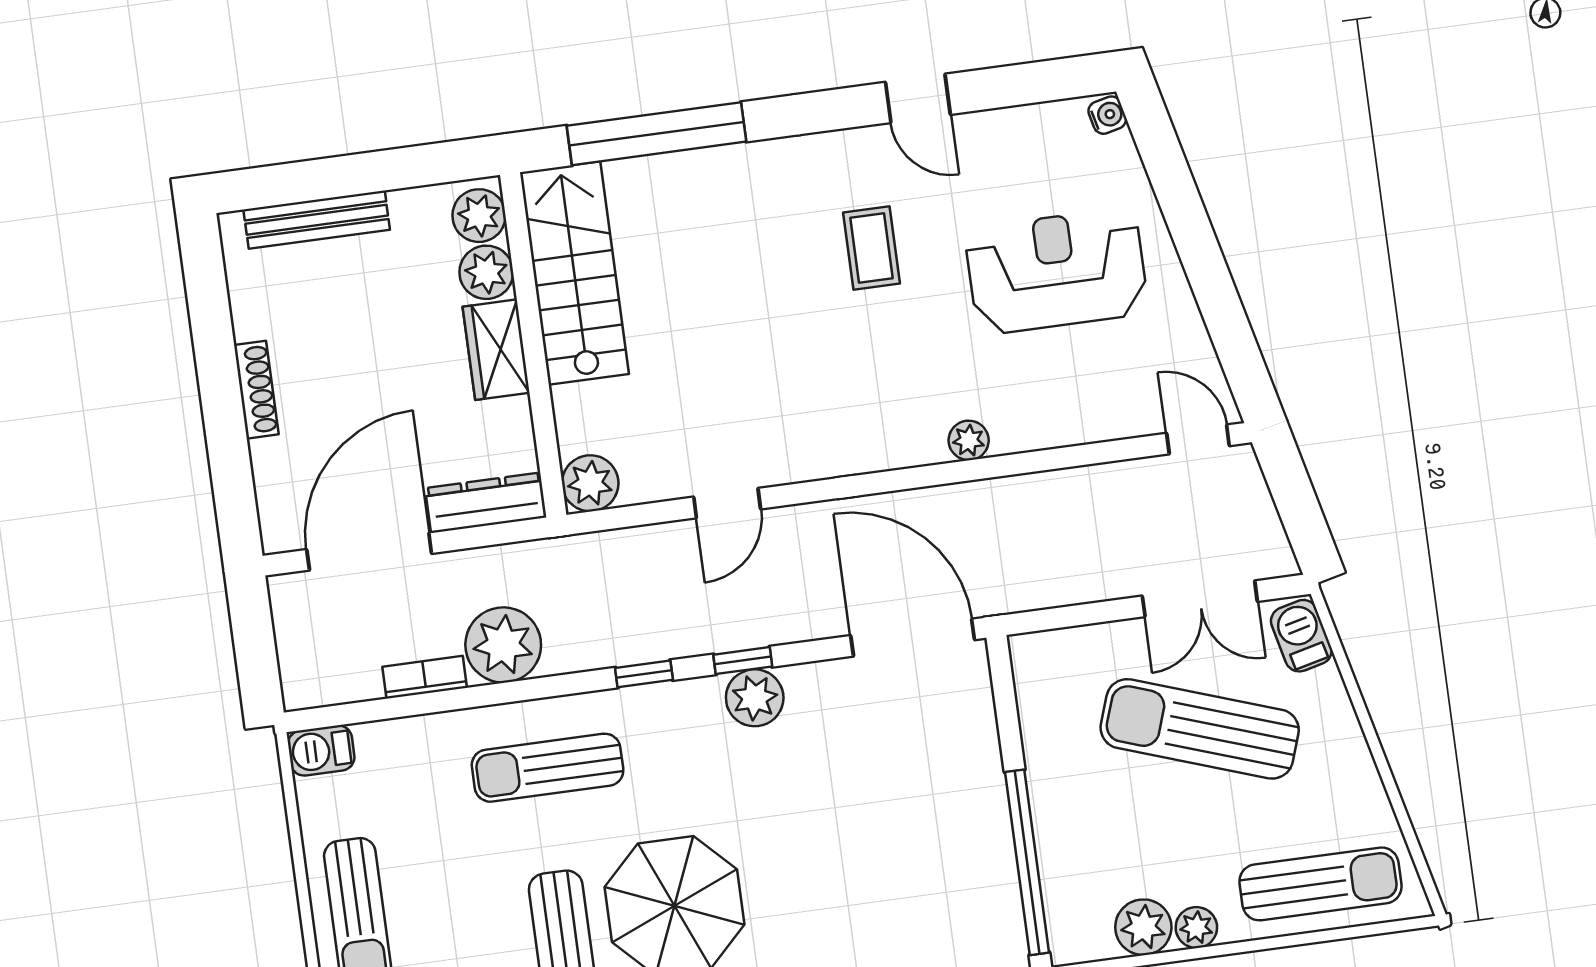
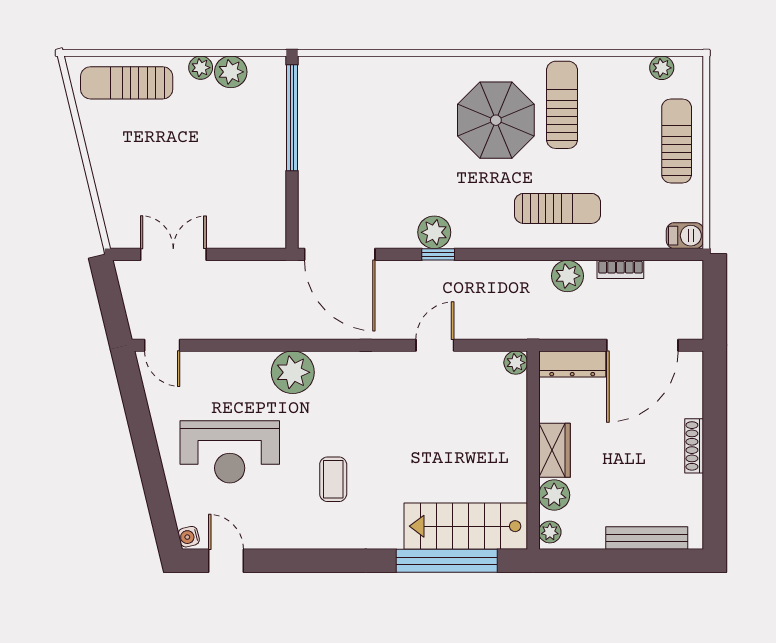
door: (918, 98) -> (226, 561), moved
plant: (479, 216) -> (550, 532), width x0.73, depth x0.73
stairs: (574, 273) -> (466, 526), moved, turned 90
plant: (969, 440) -> (293, 372), width x1.87, depth x1.87
plant: (590, 483) -> (516, 363), width x0.73, depth x0.73
barbecue: (1301, 636) -> (118, 226), removed
plant: (503, 645) -> (567, 276), width x0.73, depth x0.73
window: (644, 674) -> (495, 254), removed
sun lounger: (1200, 729) -> (183, 180), removed

